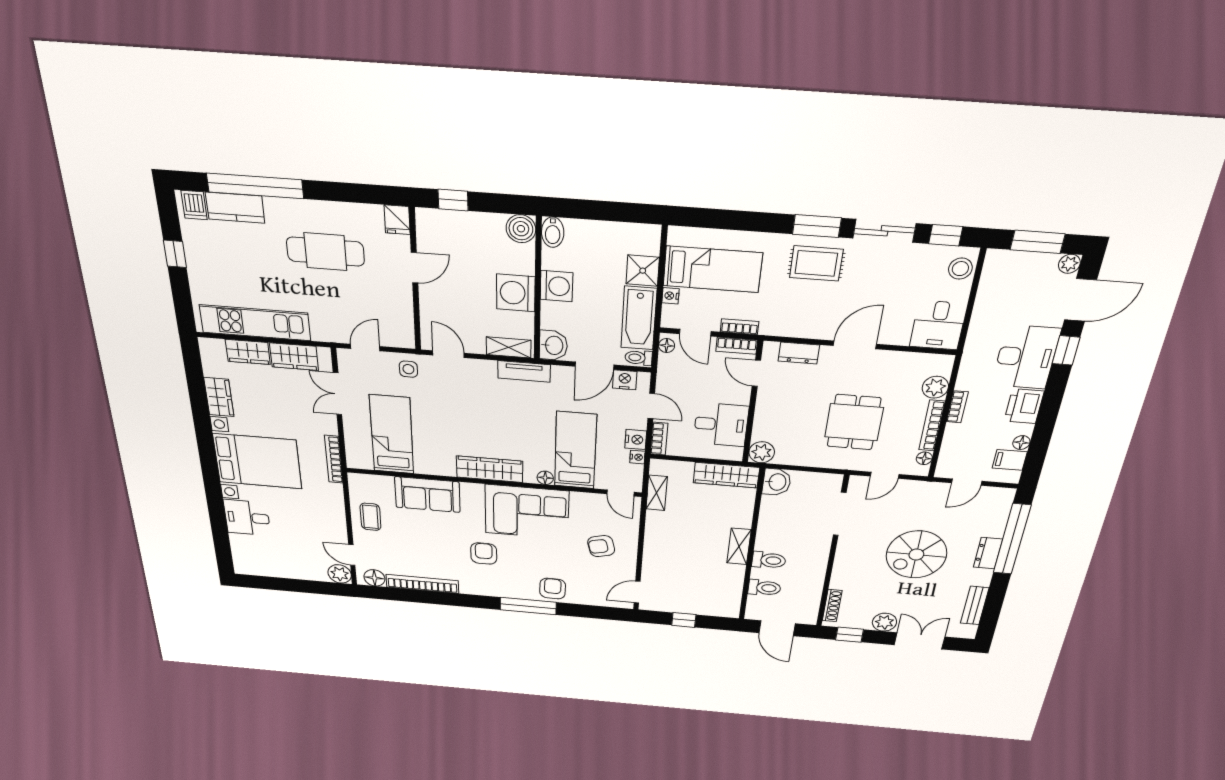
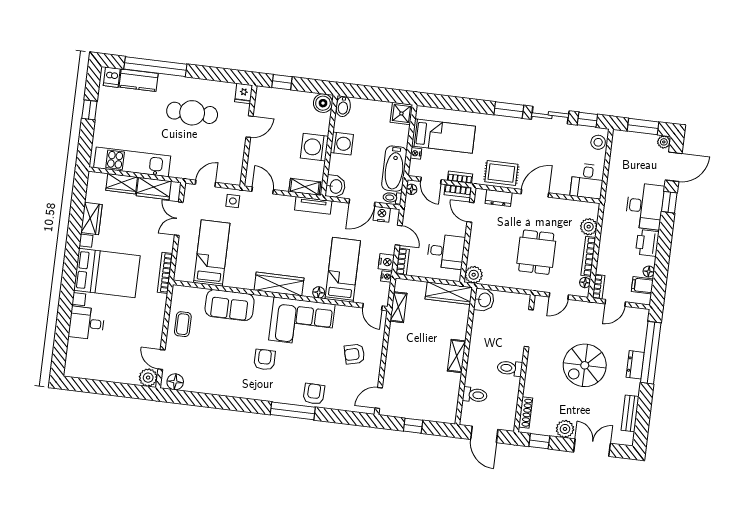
rug: (816, 263) -> (501, 173), moved
shower: (643, 271) -> (401, 113), moved
bookcase: (957, 407) -> (599, 287), moved
toilet: (769, 560) -> (510, 368), moved, turned 180
bookcase: (422, 584) -> (212, 388), removed

